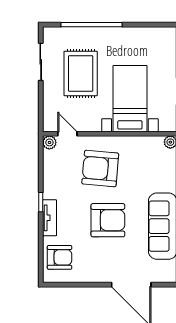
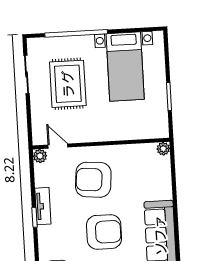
bed with nightstands: (130, 99) -> (125, 67), moved, turned 180
tv unit: (50, 218) -> (43, 206), moved

